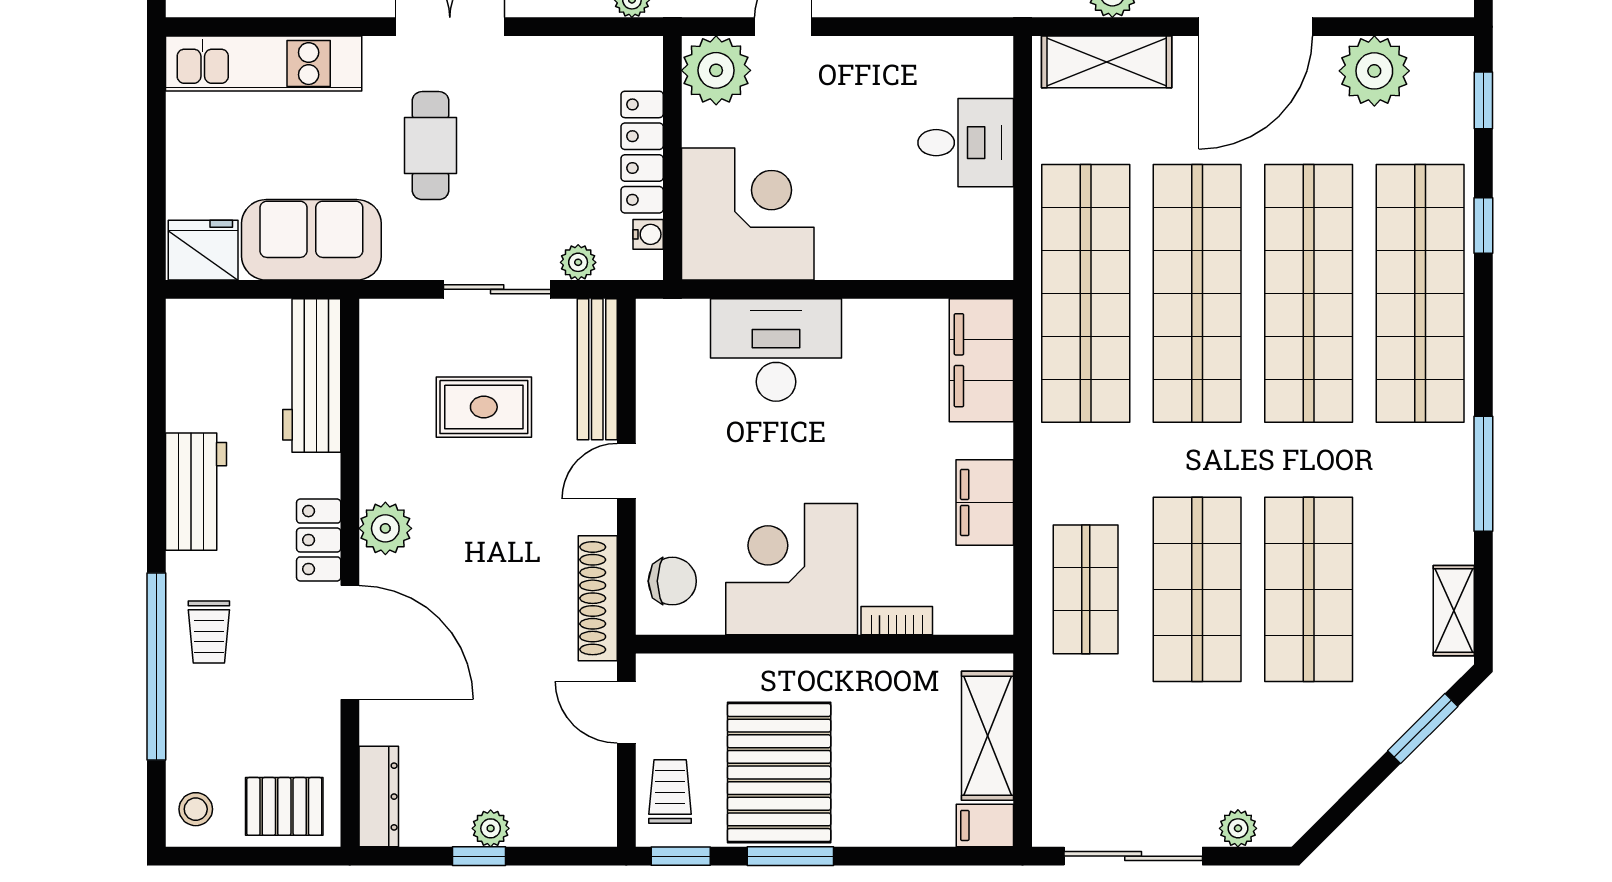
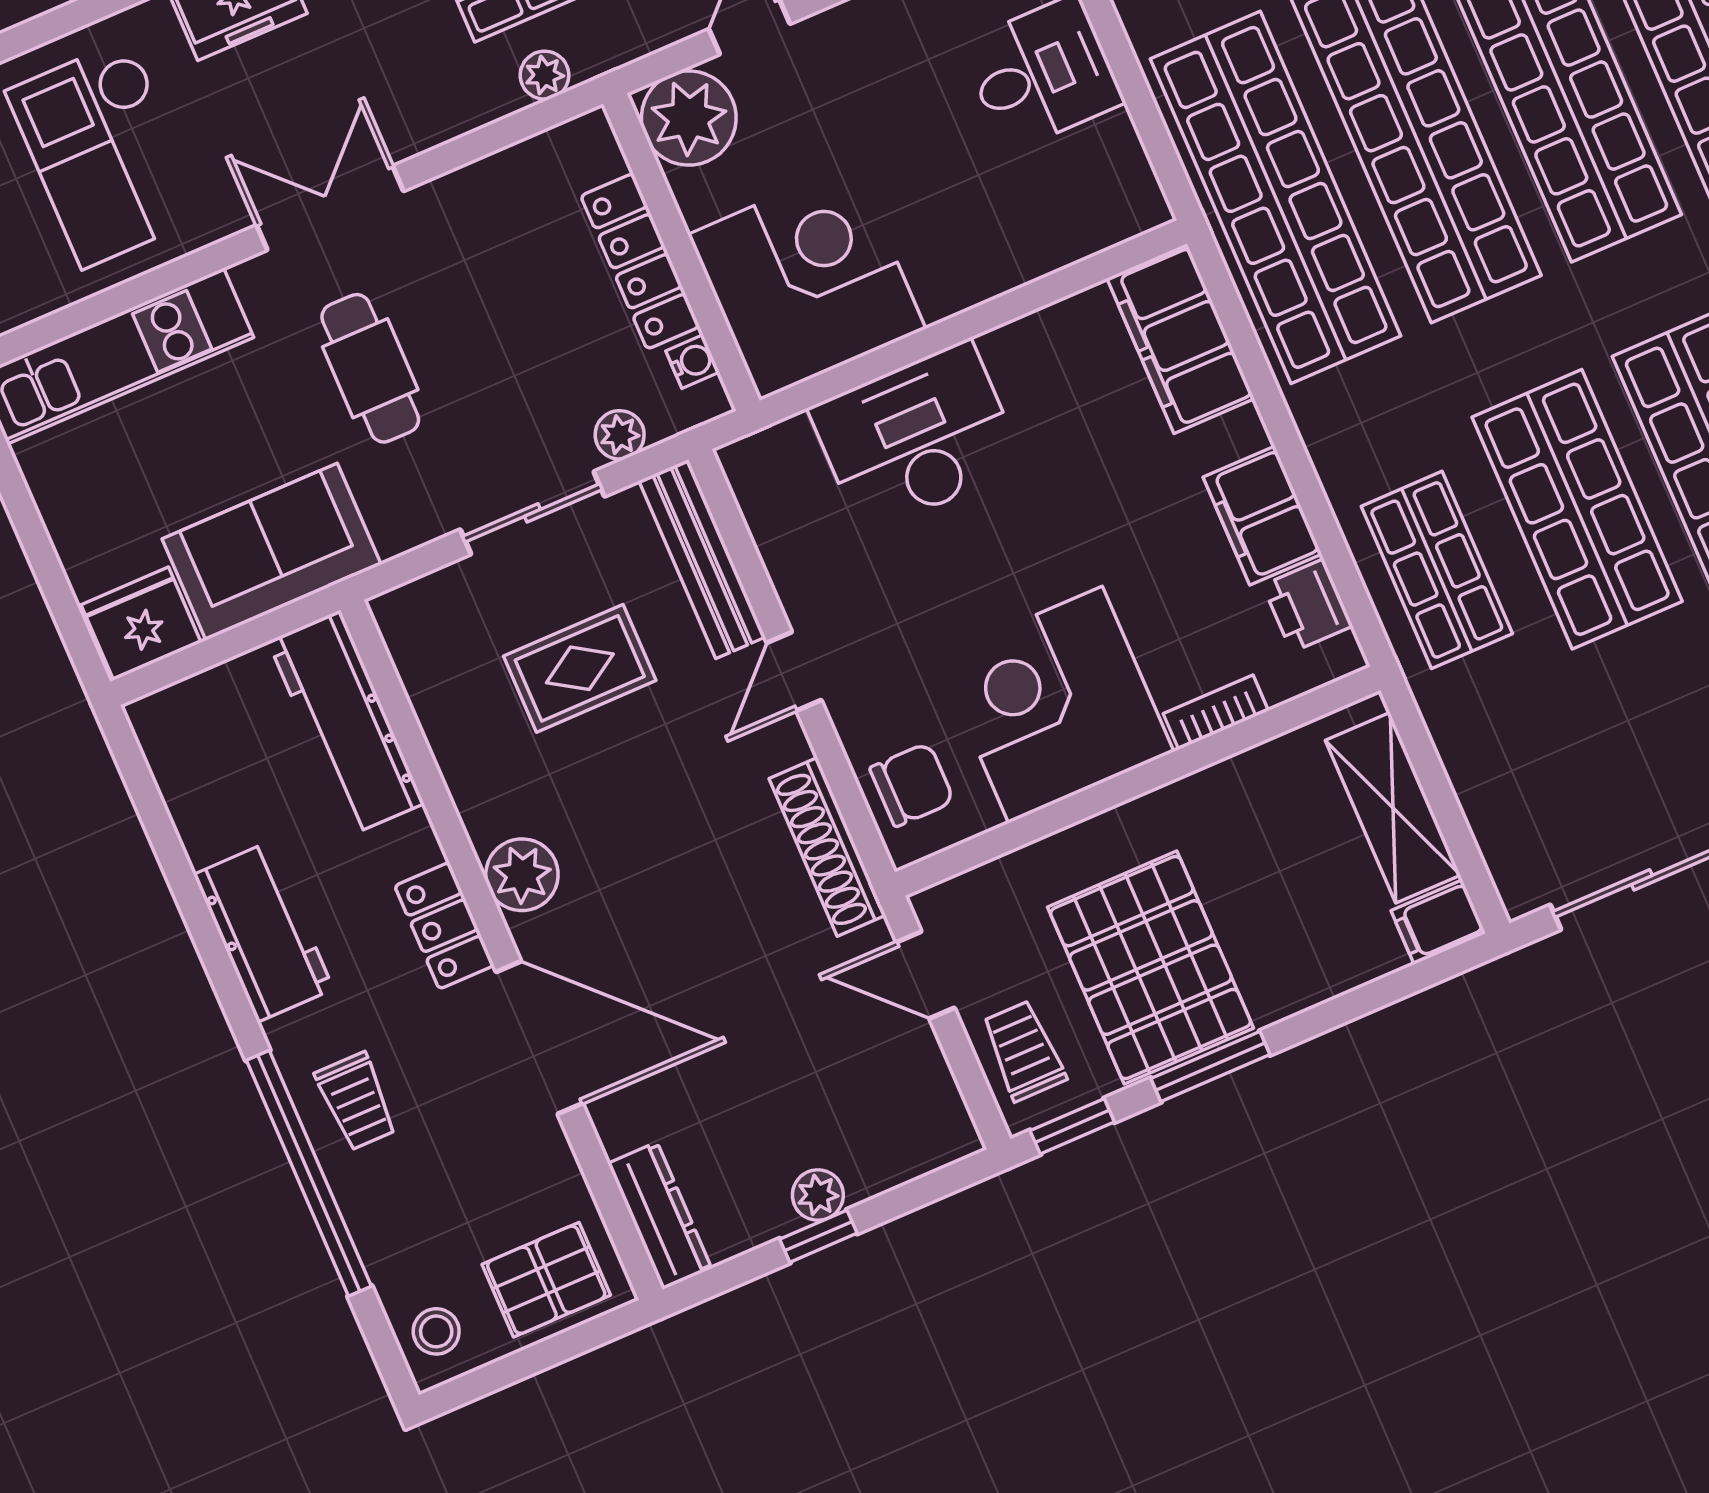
printer: (989, 576) -> (1308, 606), added

